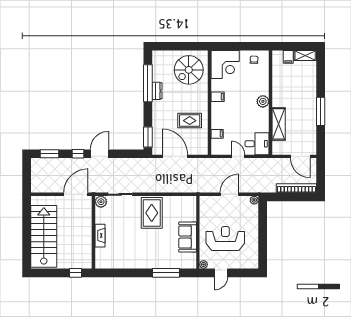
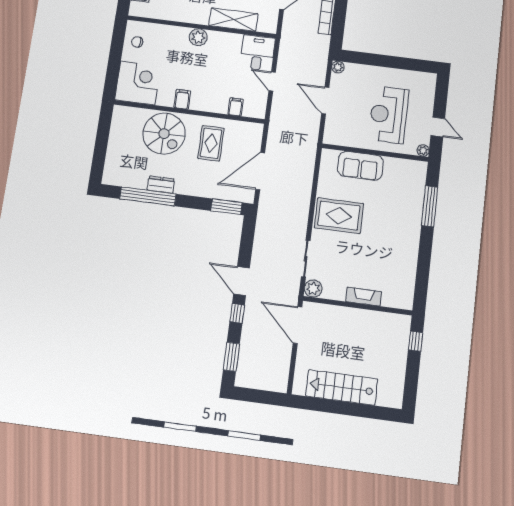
spiral stairs: (189, 70) -> (164, 134), moved
door: (238, 156) -> (272, 81), hinge flipped
stairs: (44, 236) -> (342, 387), width x0.73, depth x0.66
sofa: (188, 237) -> (360, 166), moved

